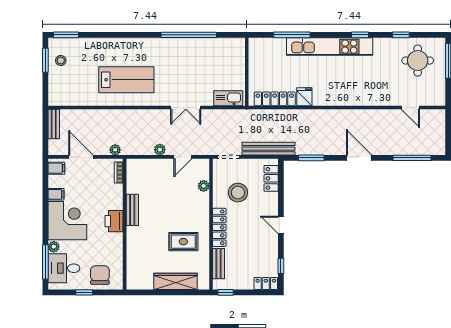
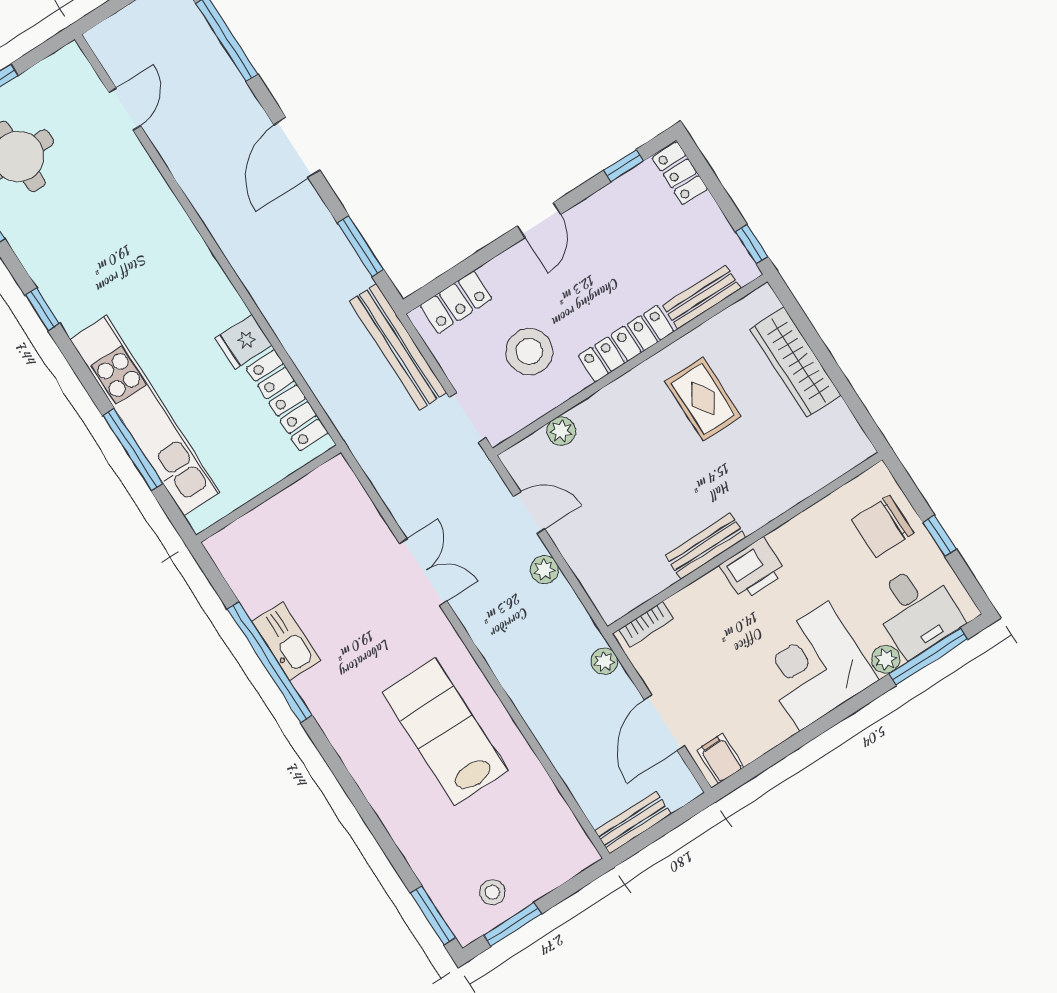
kitchen unit: (330, 47) -> (145, 416), moved
kitchen sink: (228, 98) -> (286, 641), moved, turned 180
filing cabinet: (56, 194) -> (775, 724), removed

